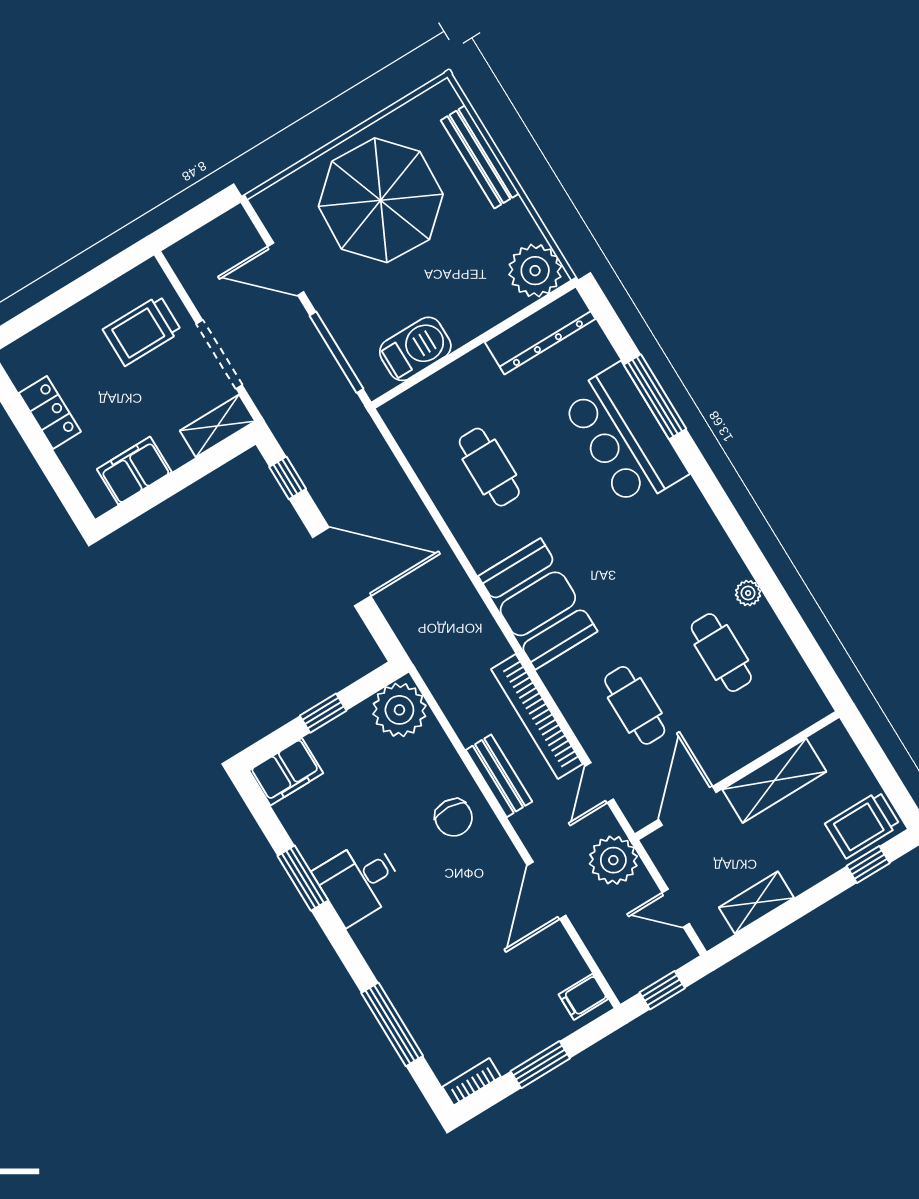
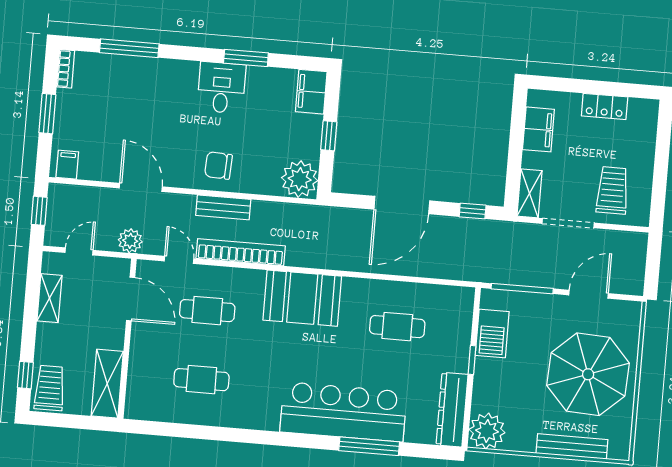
window: (464, 350) -> (472, 360), added
bar counter: (624, 436) -> (343, 412), width x1.36
plant: (748, 593) -> (223, 418), removed
shelving: (774, 781) -> (107, 384), moved
plant: (613, 860) -> (130, 241), width x0.73, depth x0.73

